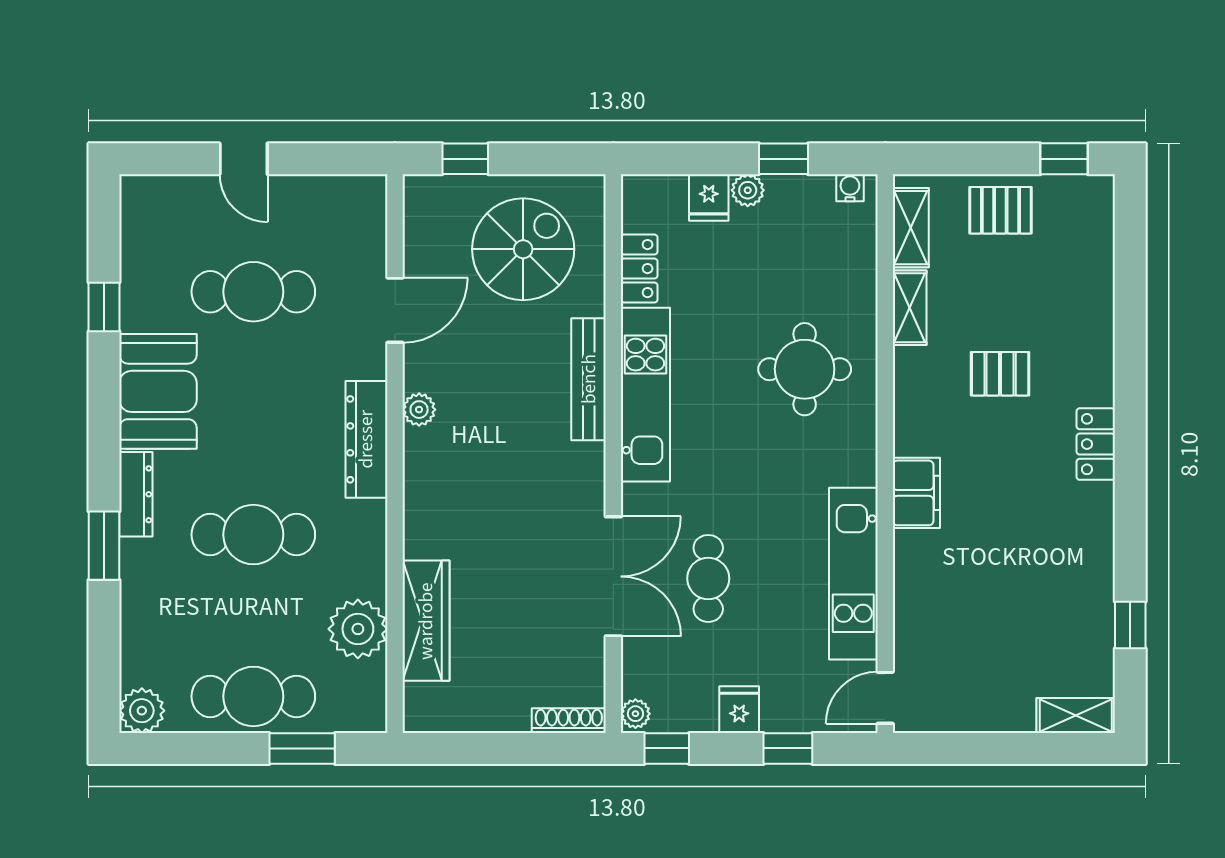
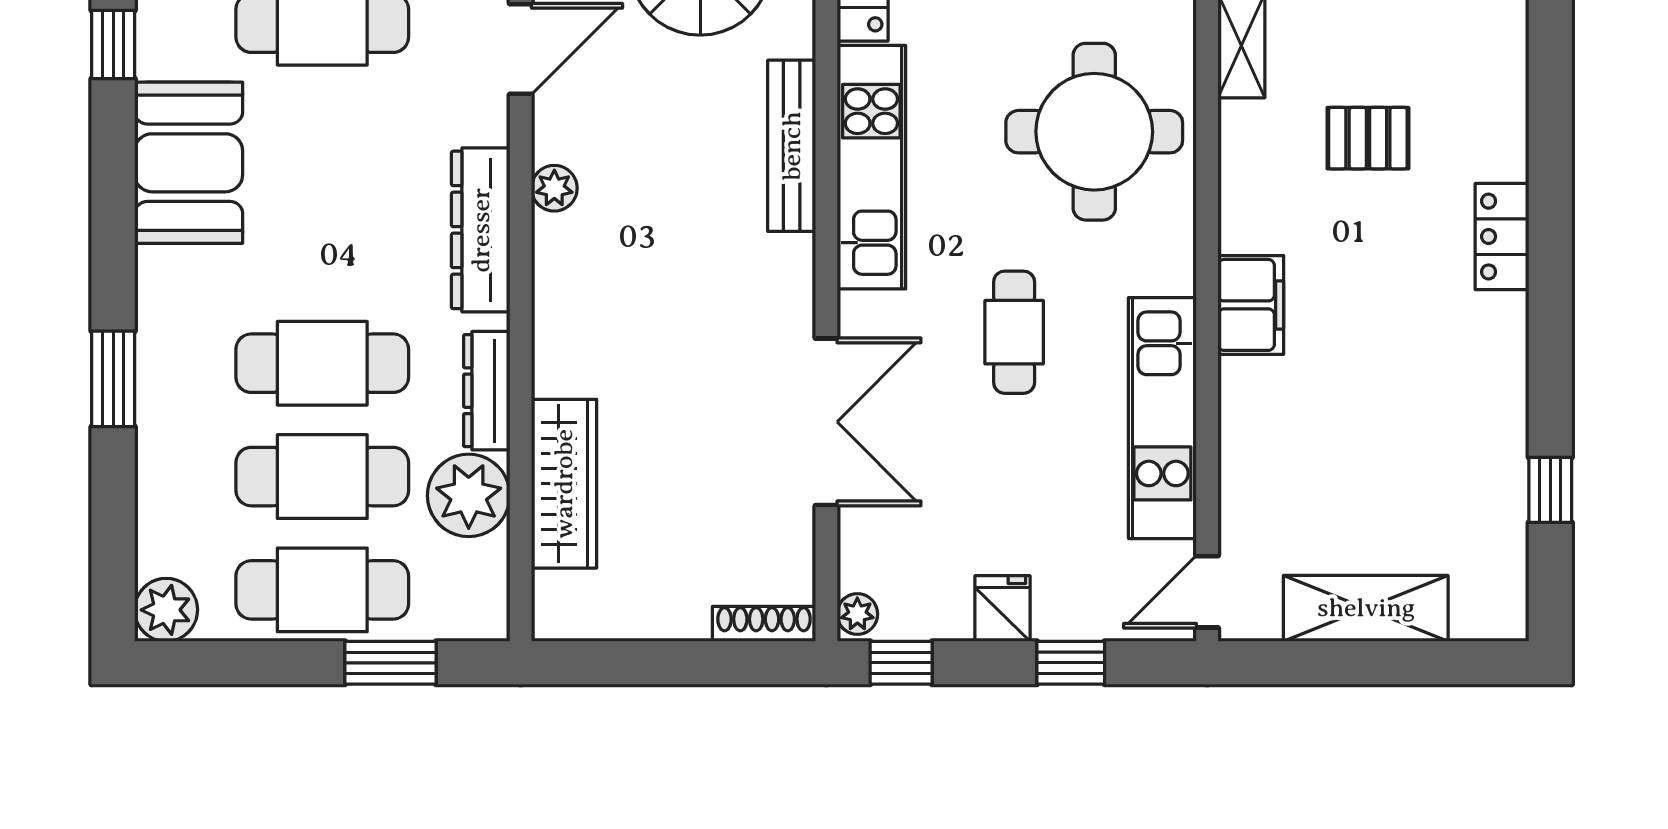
round table: (805, 369) -> (1094, 132), width x1.36, depth x1.36
dresser: (136, 494) -> (487, 391), moved, turned 180
cafe table: (708, 578) -> (1014, 332), moved
cafe table: (253, 615) -> (322, 477), added
shelving: (1076, 715) -> (1366, 608), moved, width x1.50, depth x1.33

